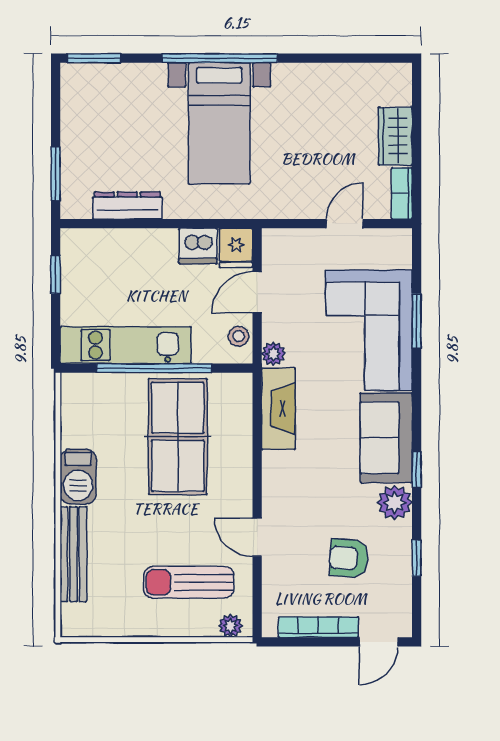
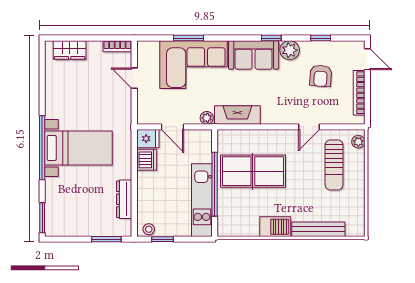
wardrobe: (395, 136) -> (70, 50), moved
stool: (239, 336) -> (149, 229), moved

